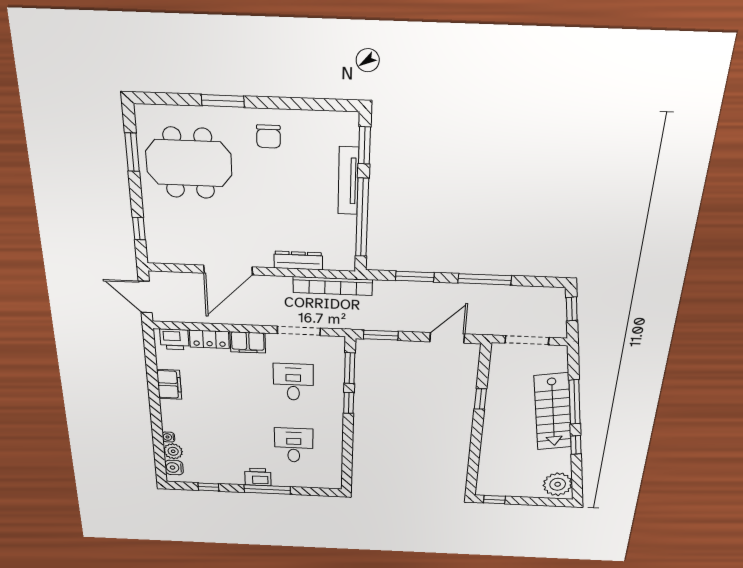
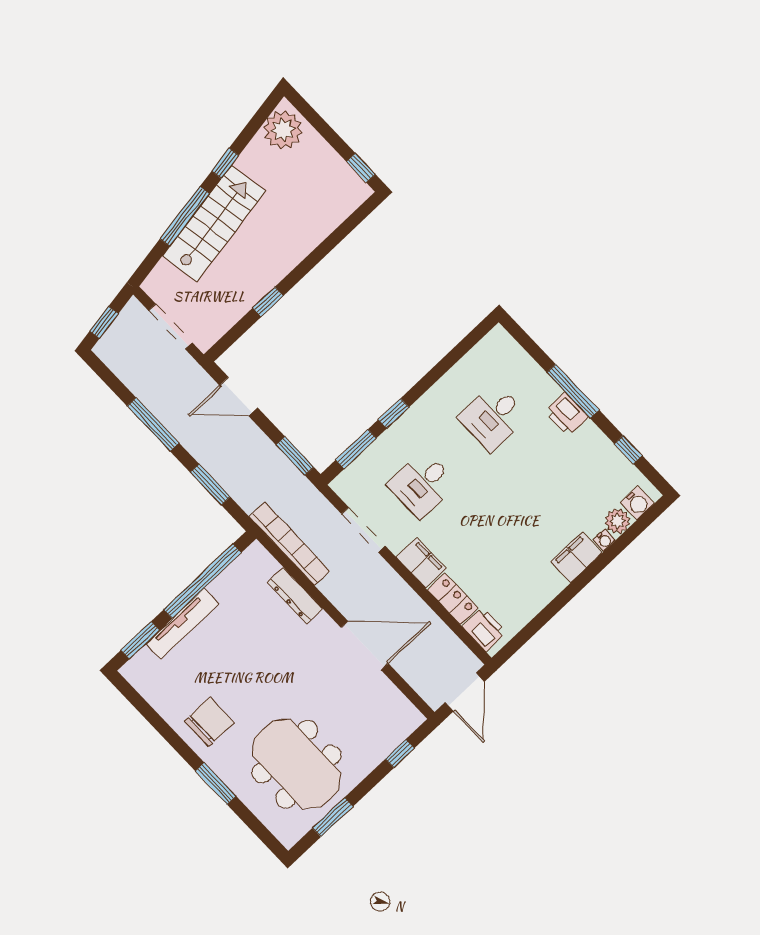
chair: (268, 136) -> (209, 722), width x1.37, depth x1.37
filing cabinet: (169, 384) -> (576, 557), moved

